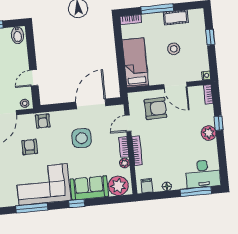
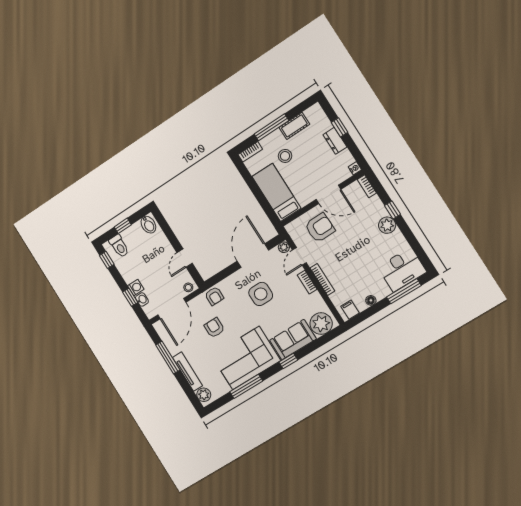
dresser: (201, 46) -> (335, 141), added
stool: (174, 49) -> (285, 156), moved
plant: (125, 163) -> (284, 247), moved

